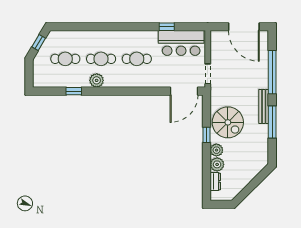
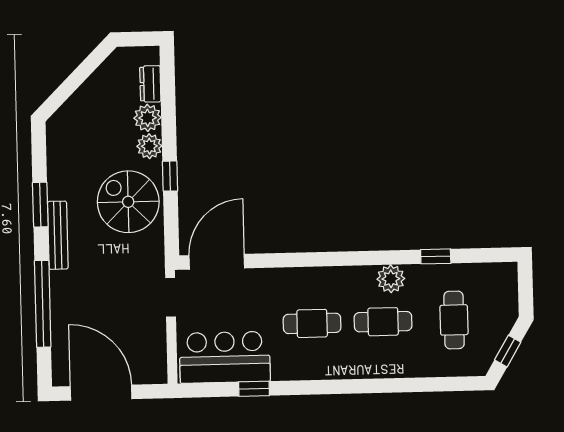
cafe table: (65, 59) -> (454, 320), turned 90
window: (272, 122) -> (40, 205), width x0.69

